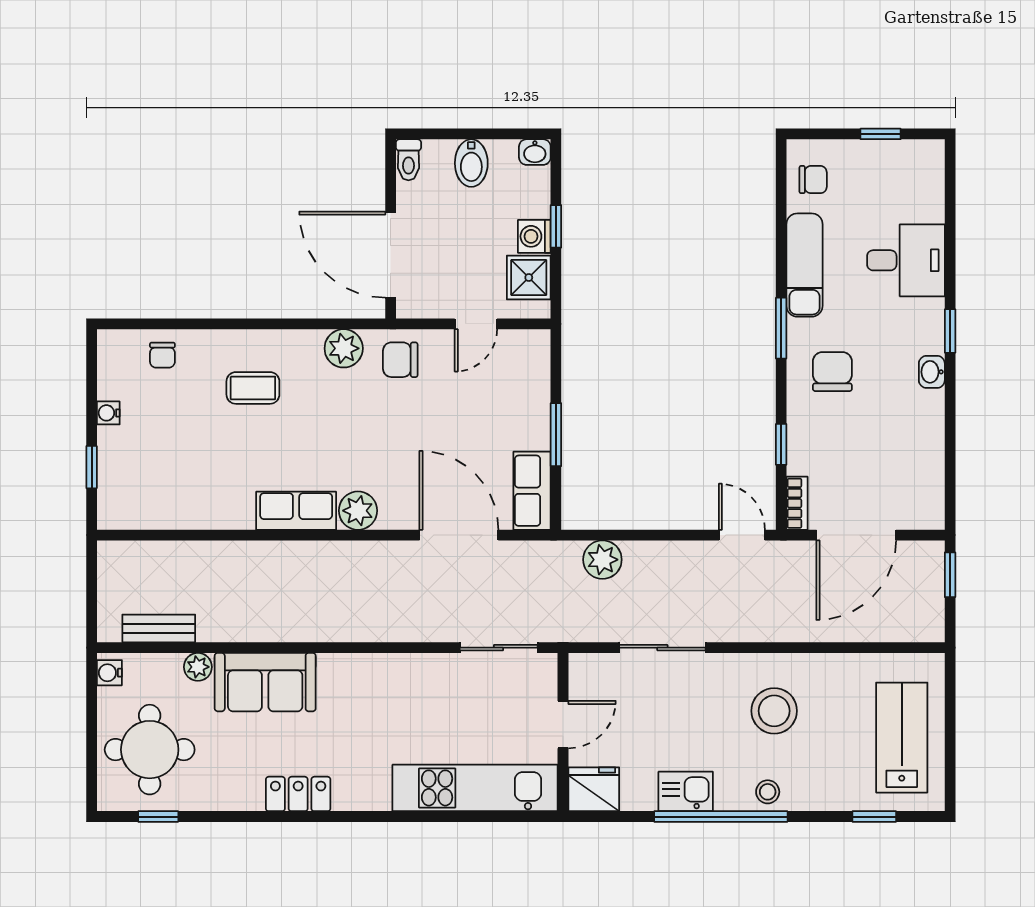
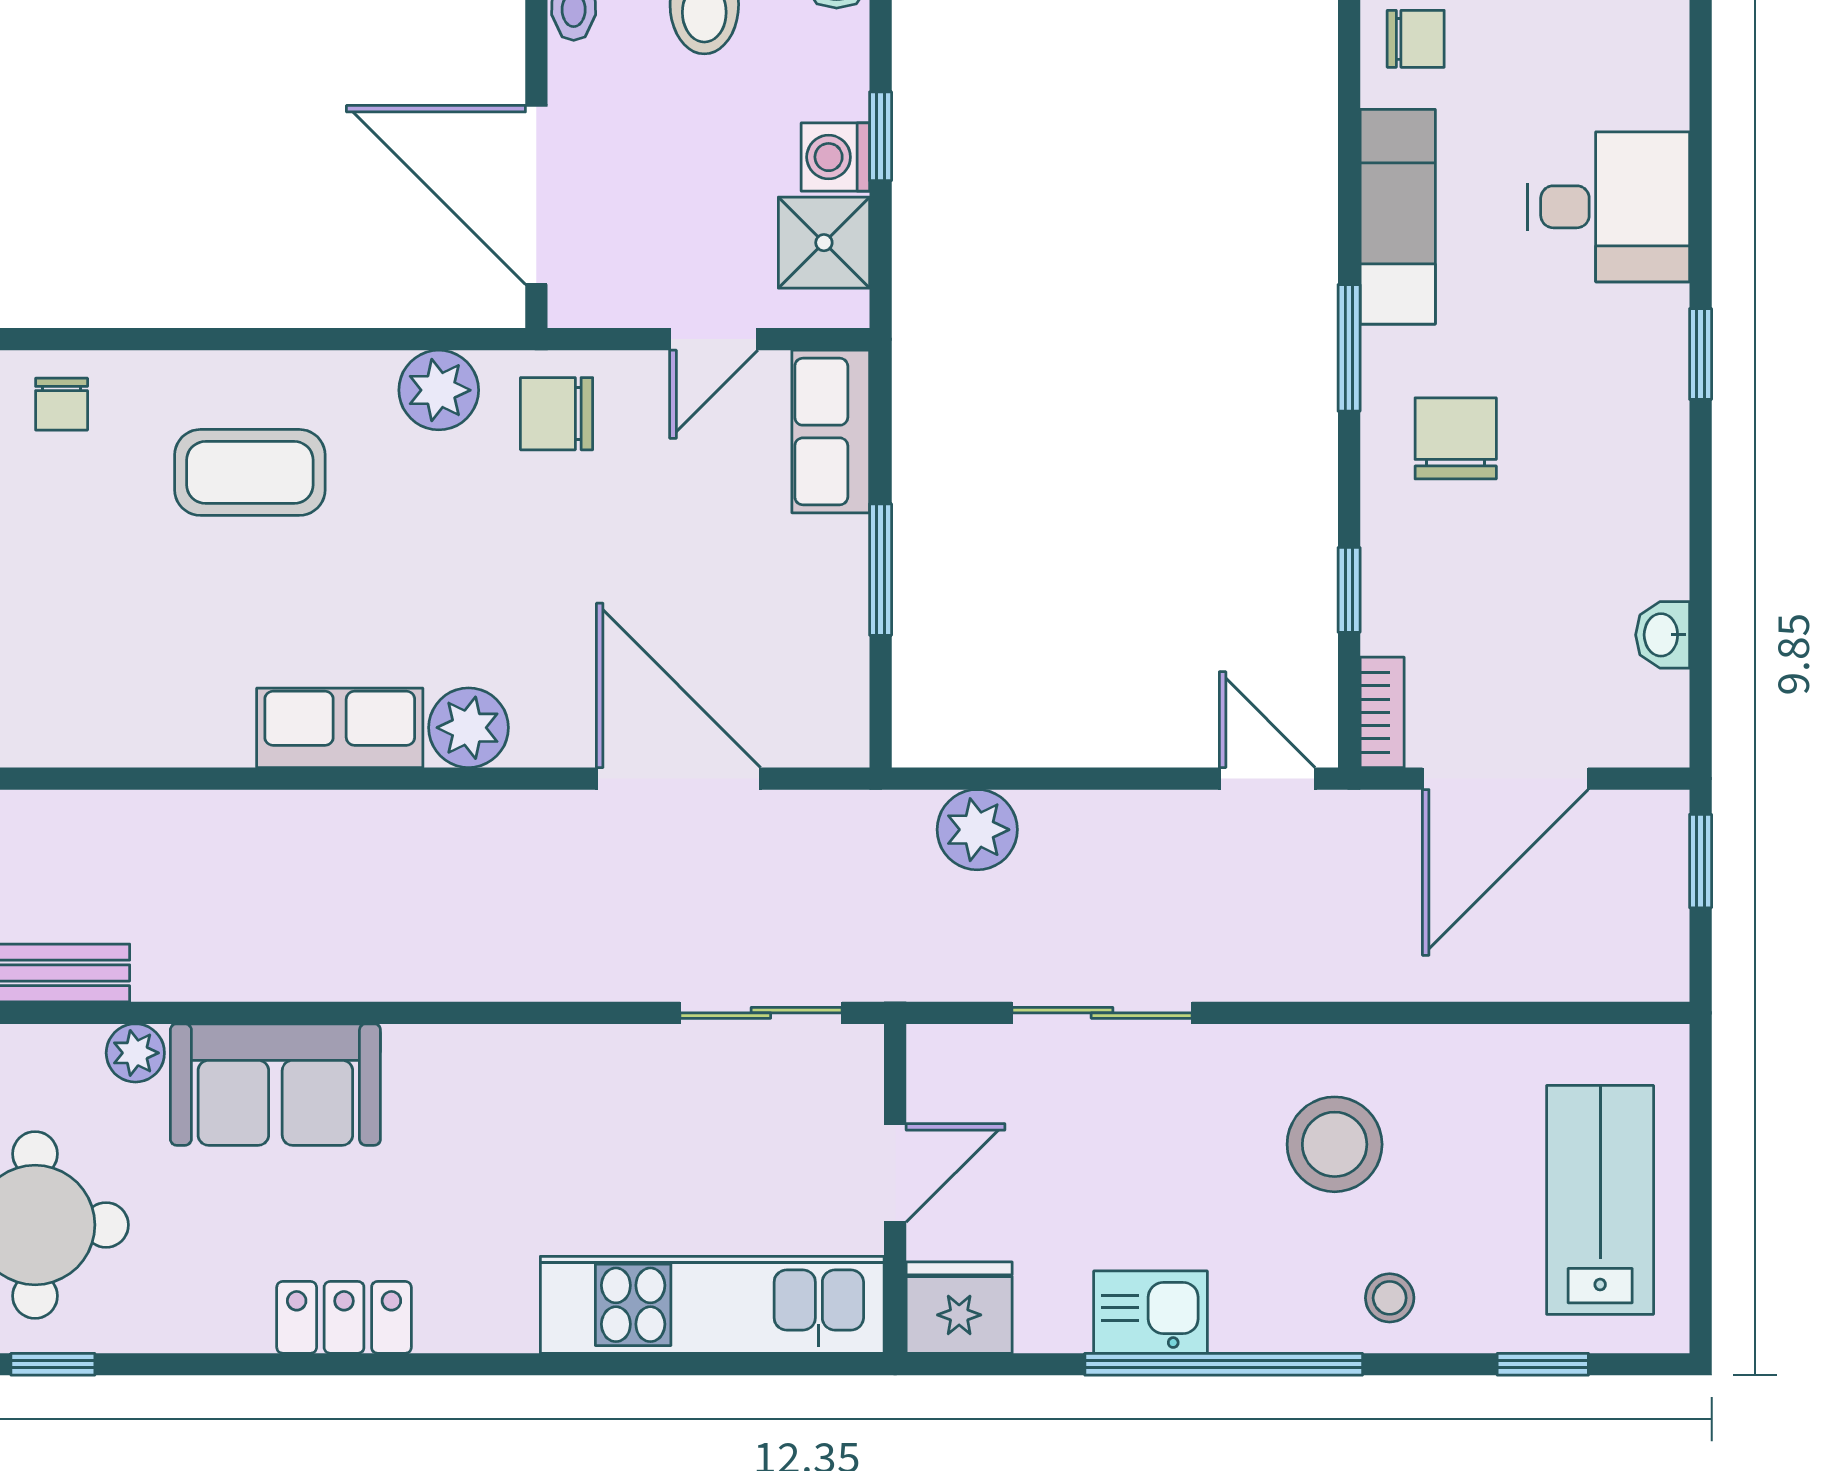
washbasin: (932, 372) -> (1663, 635), moved
coffee table: (253, 388) -> (250, 472), width x1.36, depth x1.30
row of seats: (532, 491) -> (831, 432), moved
stool: (768, 792) -> (1390, 1298), moved

